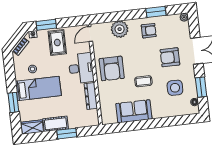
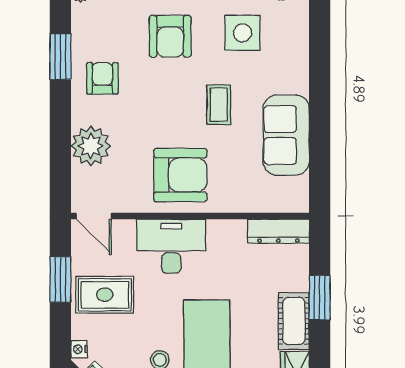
window: (46, 25) -> (60, 280), moved
dresser: (91, 96) -> (278, 231), moved

